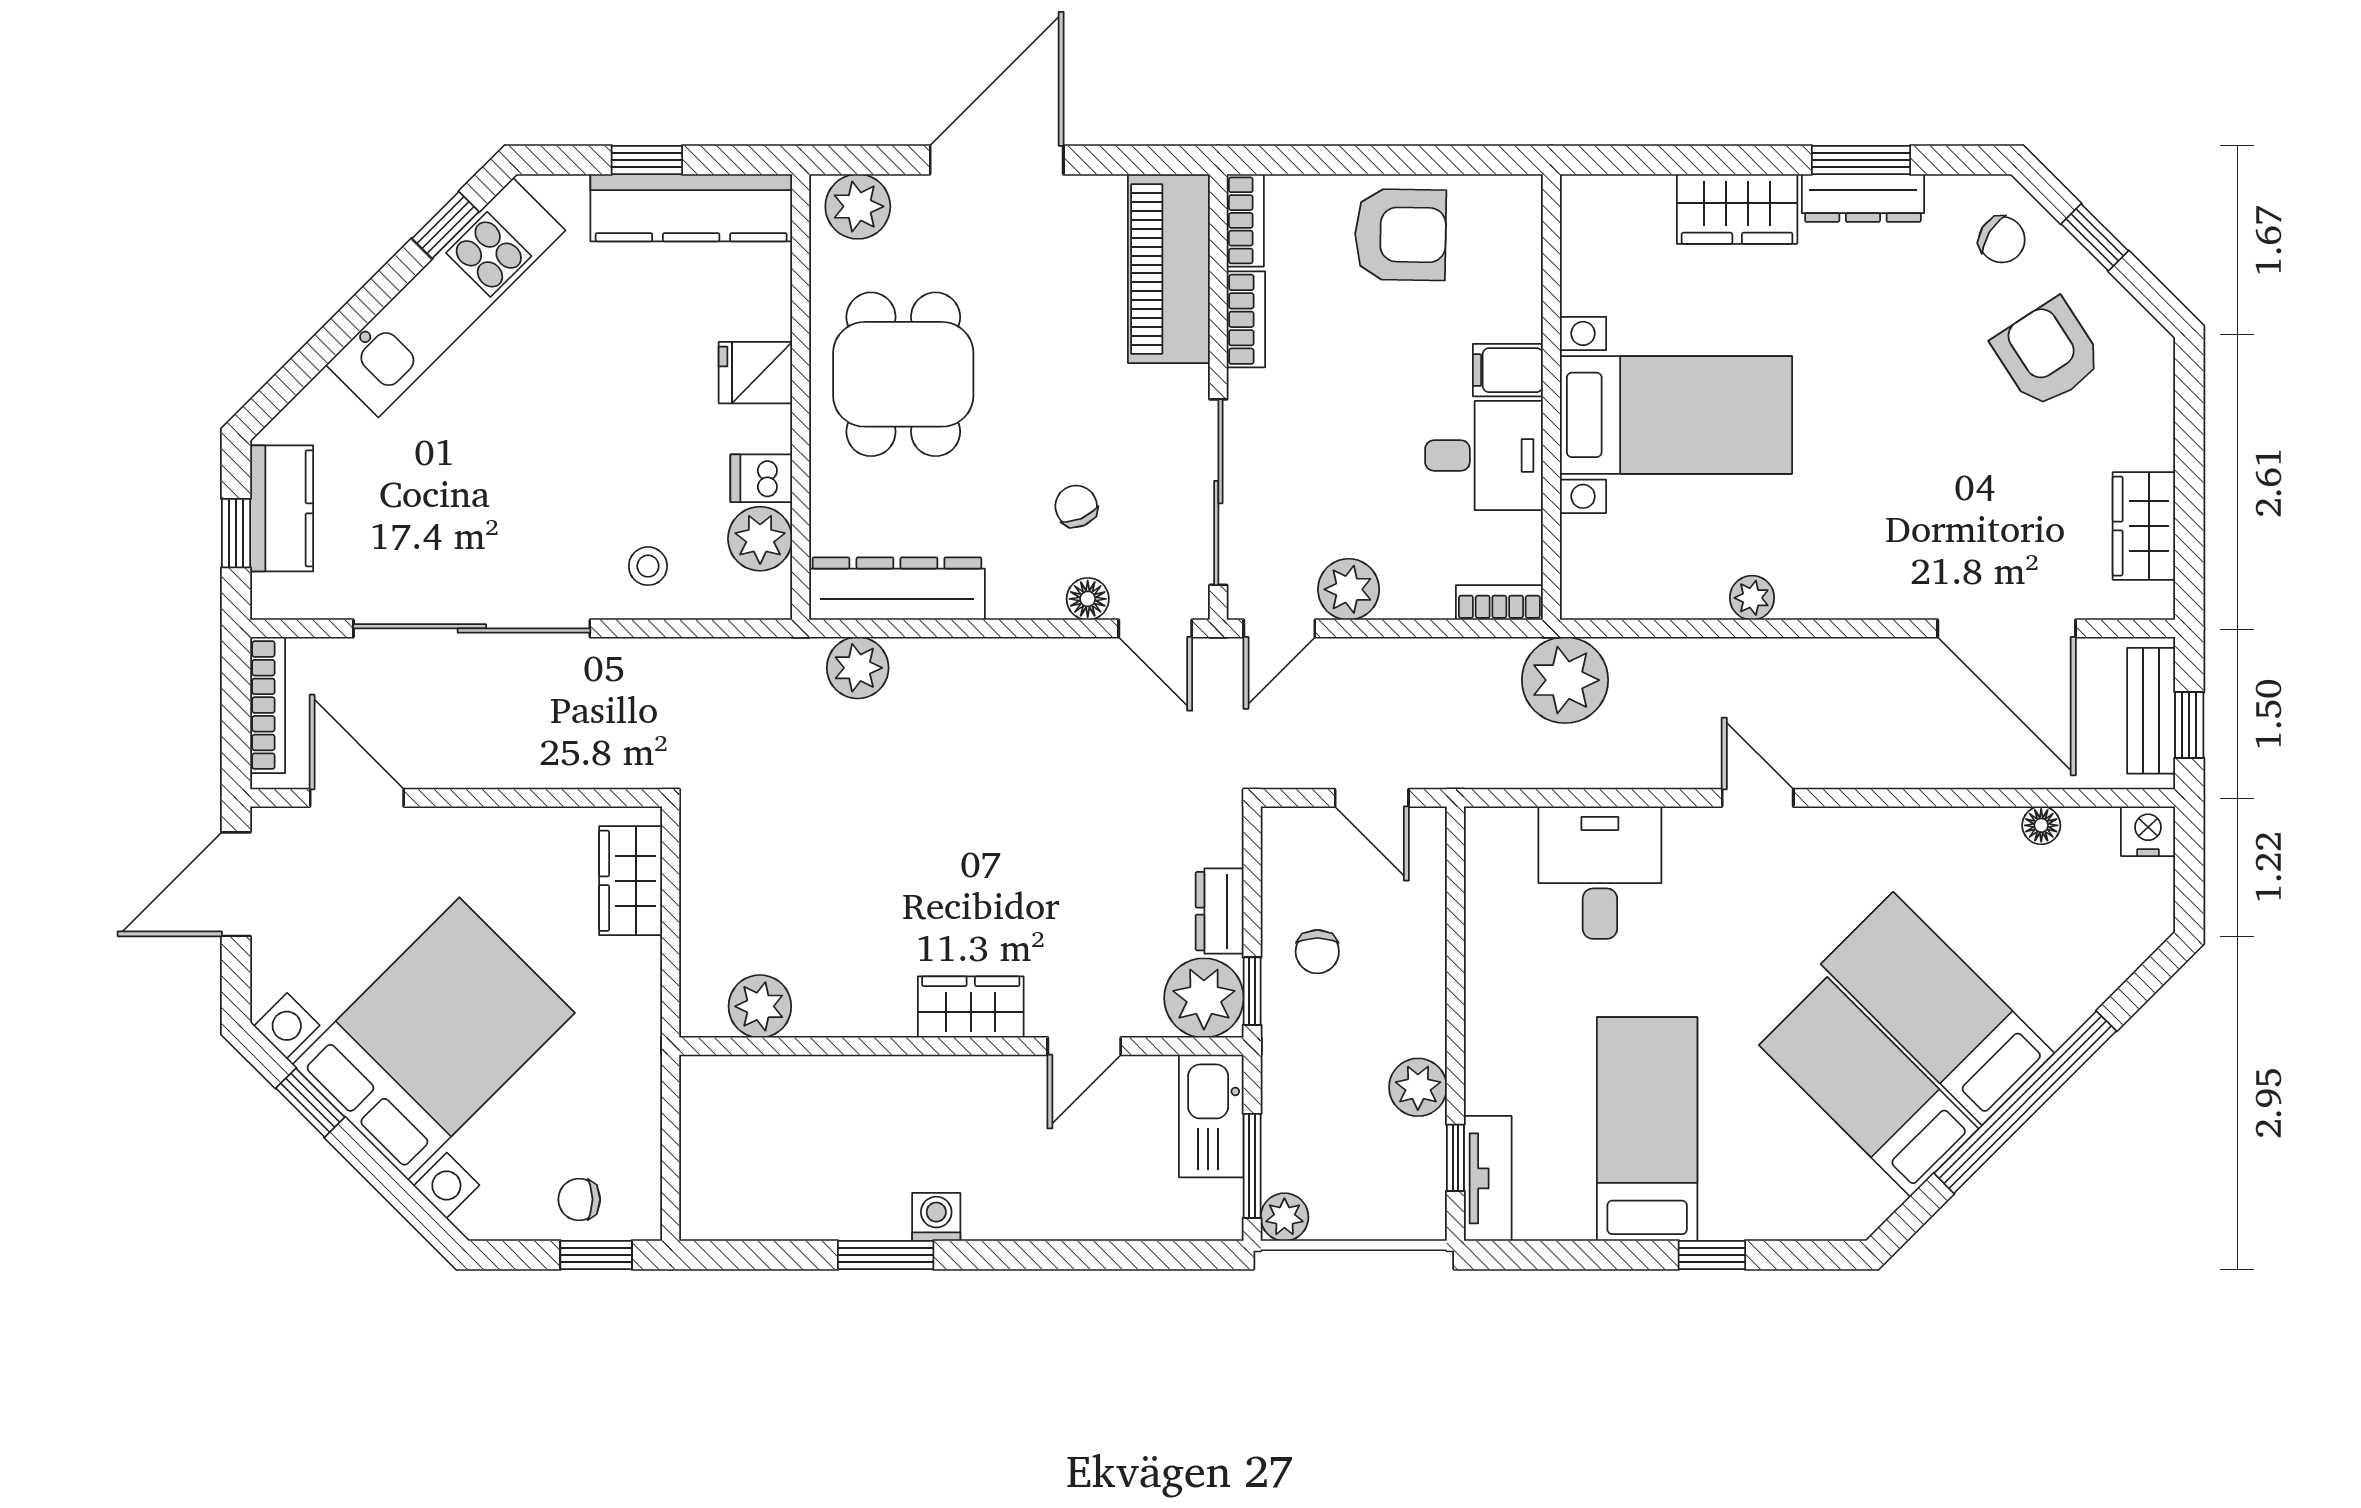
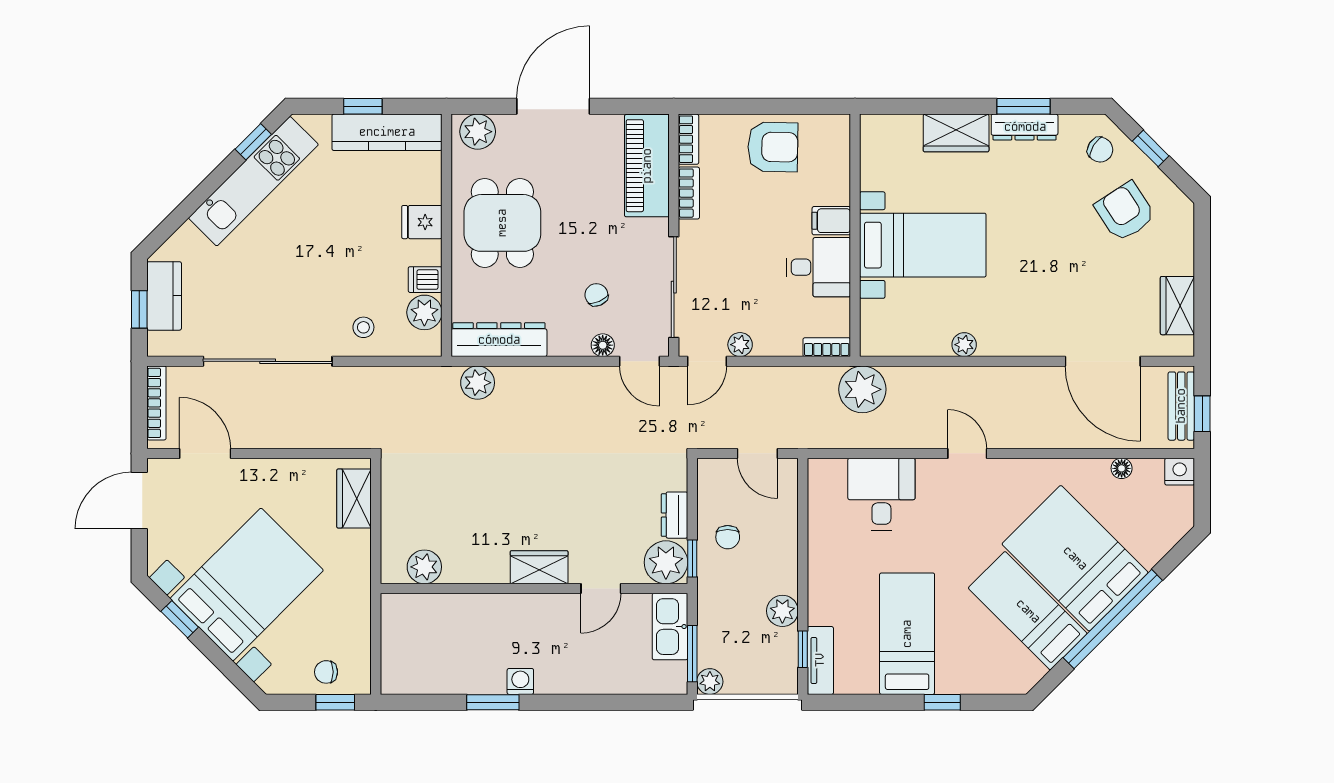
plant: (1349, 589) -> (740, 345), width x0.73, depth x0.73
bed: (1938, 1009) -> (1075, 558), width x1.50

